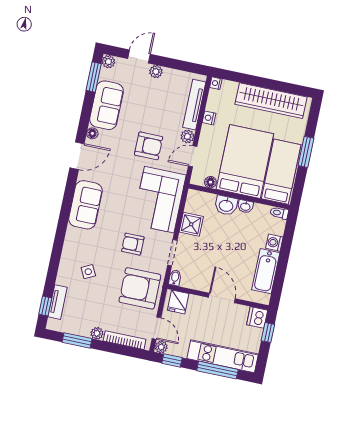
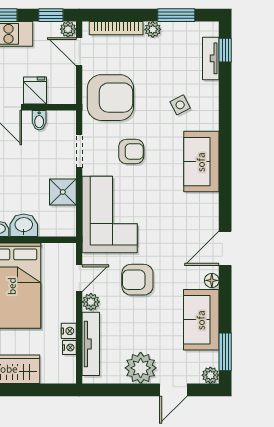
plant: (156, 72) -> (141, 368), width x1.88, depth x1.88
nightstand: (216, 83) -> (69, 347), moved
floor lamp: (210, 182) -> (50, 250), removed
sofa: (85, 205) -> (201, 162), moved
bidet: (175, 278) -> (39, 120), moved
fridge: (178, 302) -> (35, 91), moved

